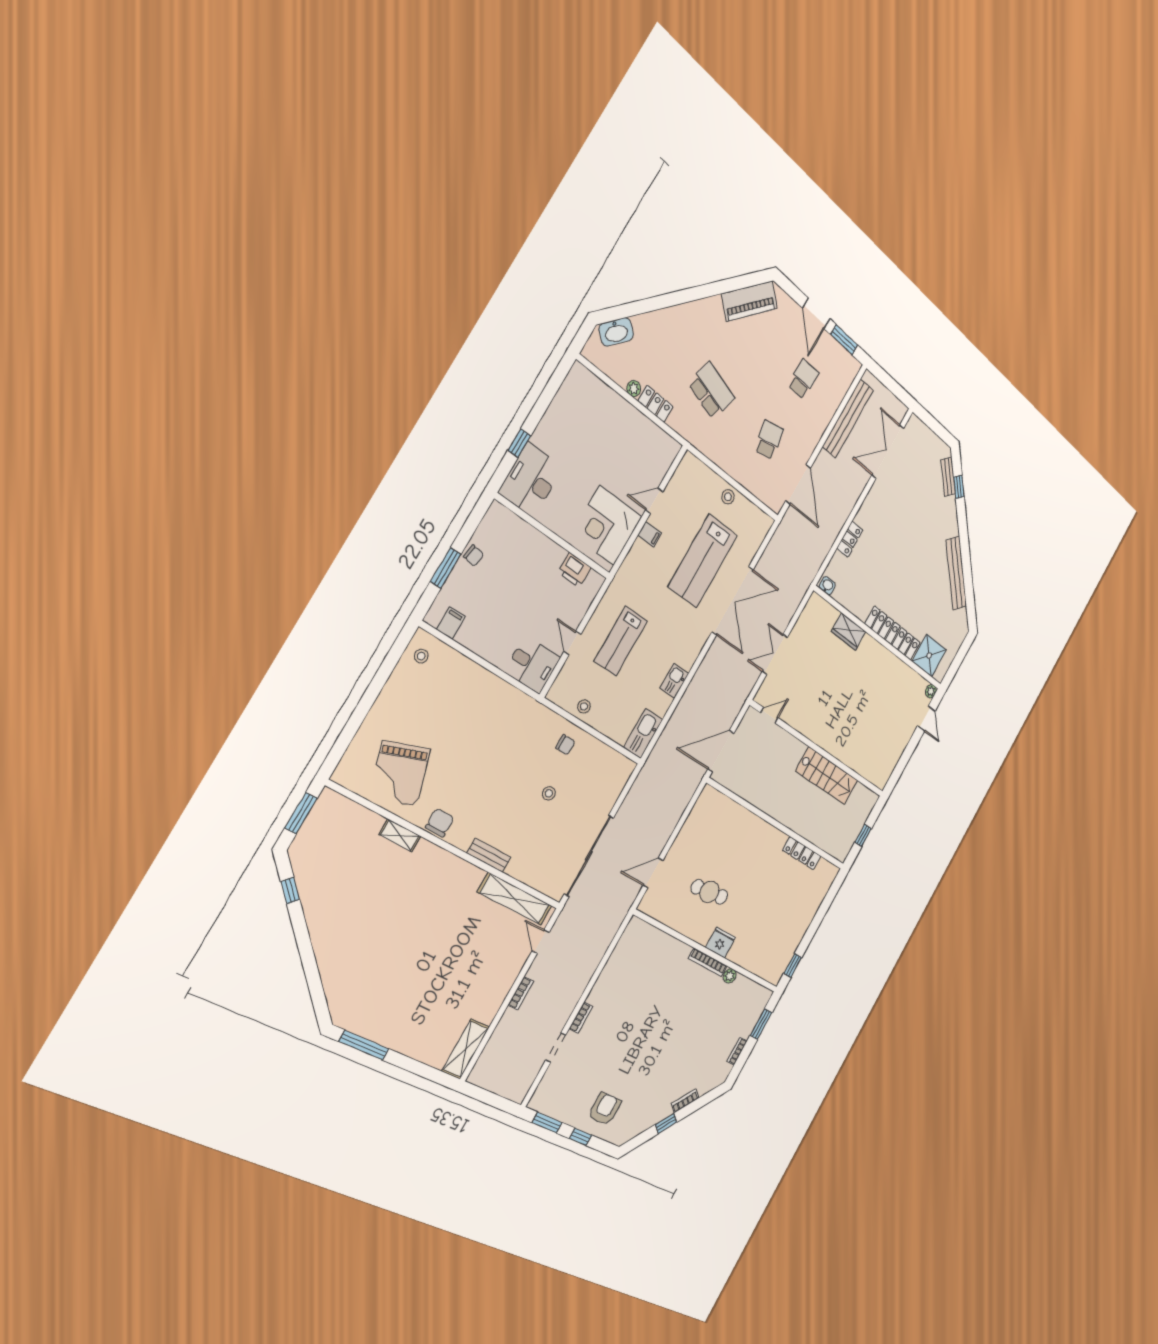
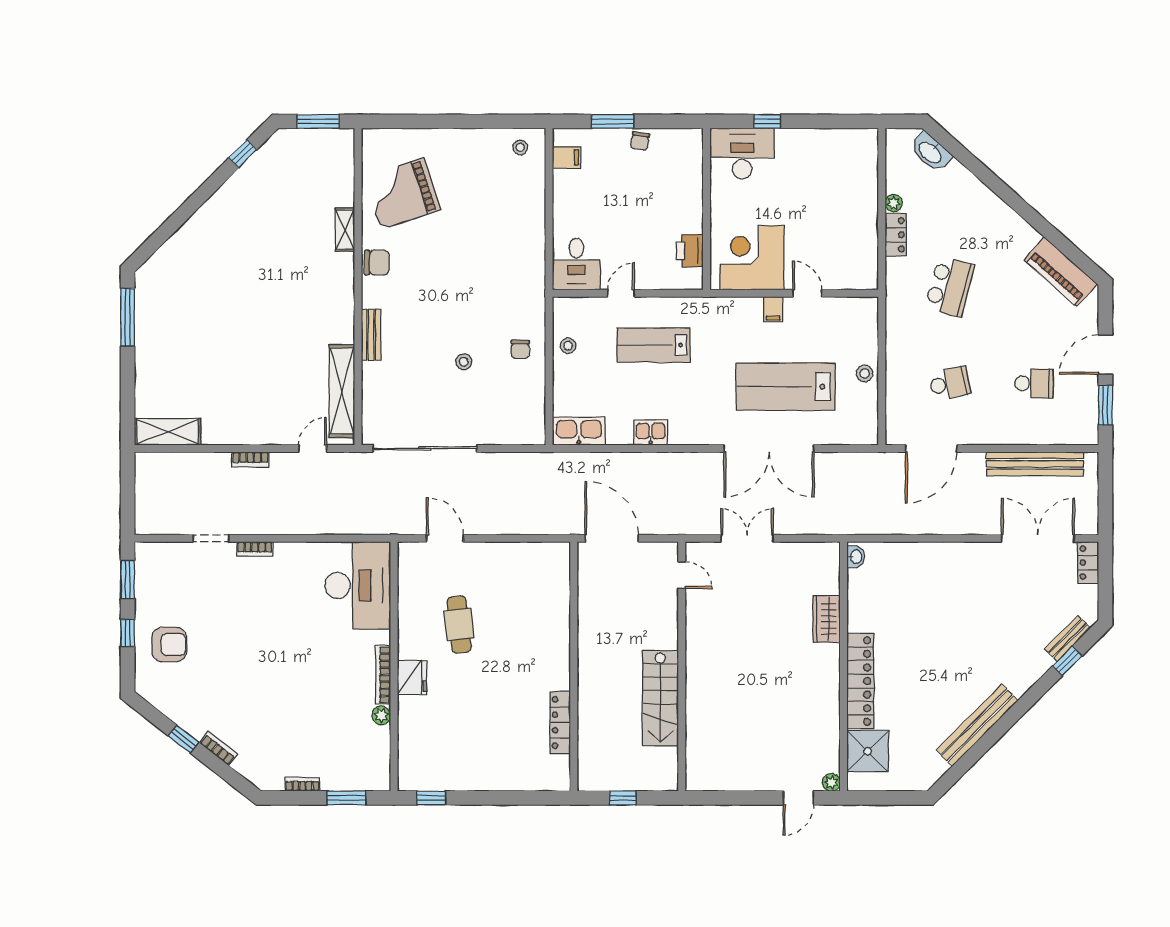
locker: (850, 539) -> (1088, 563), moved, turned 90
desk: (646, 953) -> (358, 585), added

